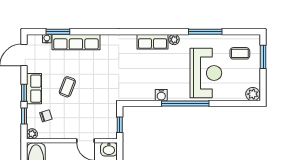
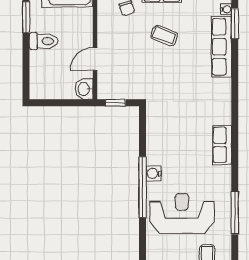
plant: (174, 40) -> (225, 173), removed
reception desk: (206, 73) -> (182, 213), turned 180
water cooler: (161, 95) -> (153, 173), moved

